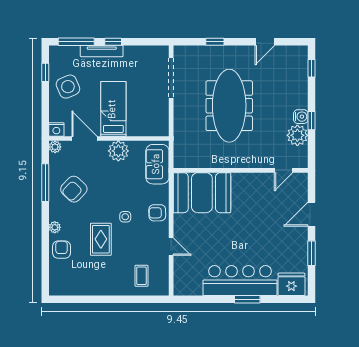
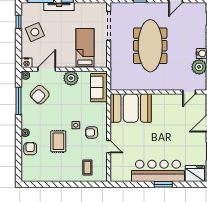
bed: (113, 109) -> (85, 48), moved
door: (85, 139) -> (47, 69), hinge flipped
armchair: (74, 189) -> (40, 95), moved
armchair: (157, 213) -> (92, 132), moved

